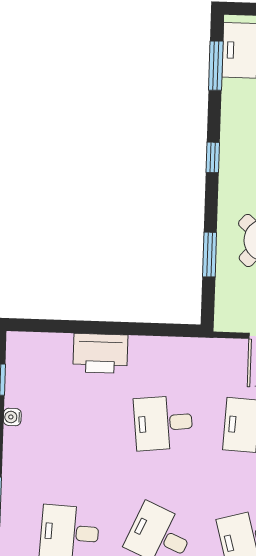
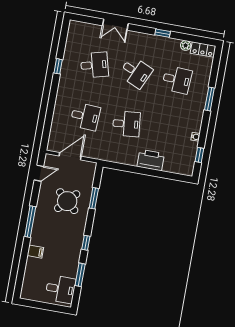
window: (216, 66) -> (80, 275), moved

